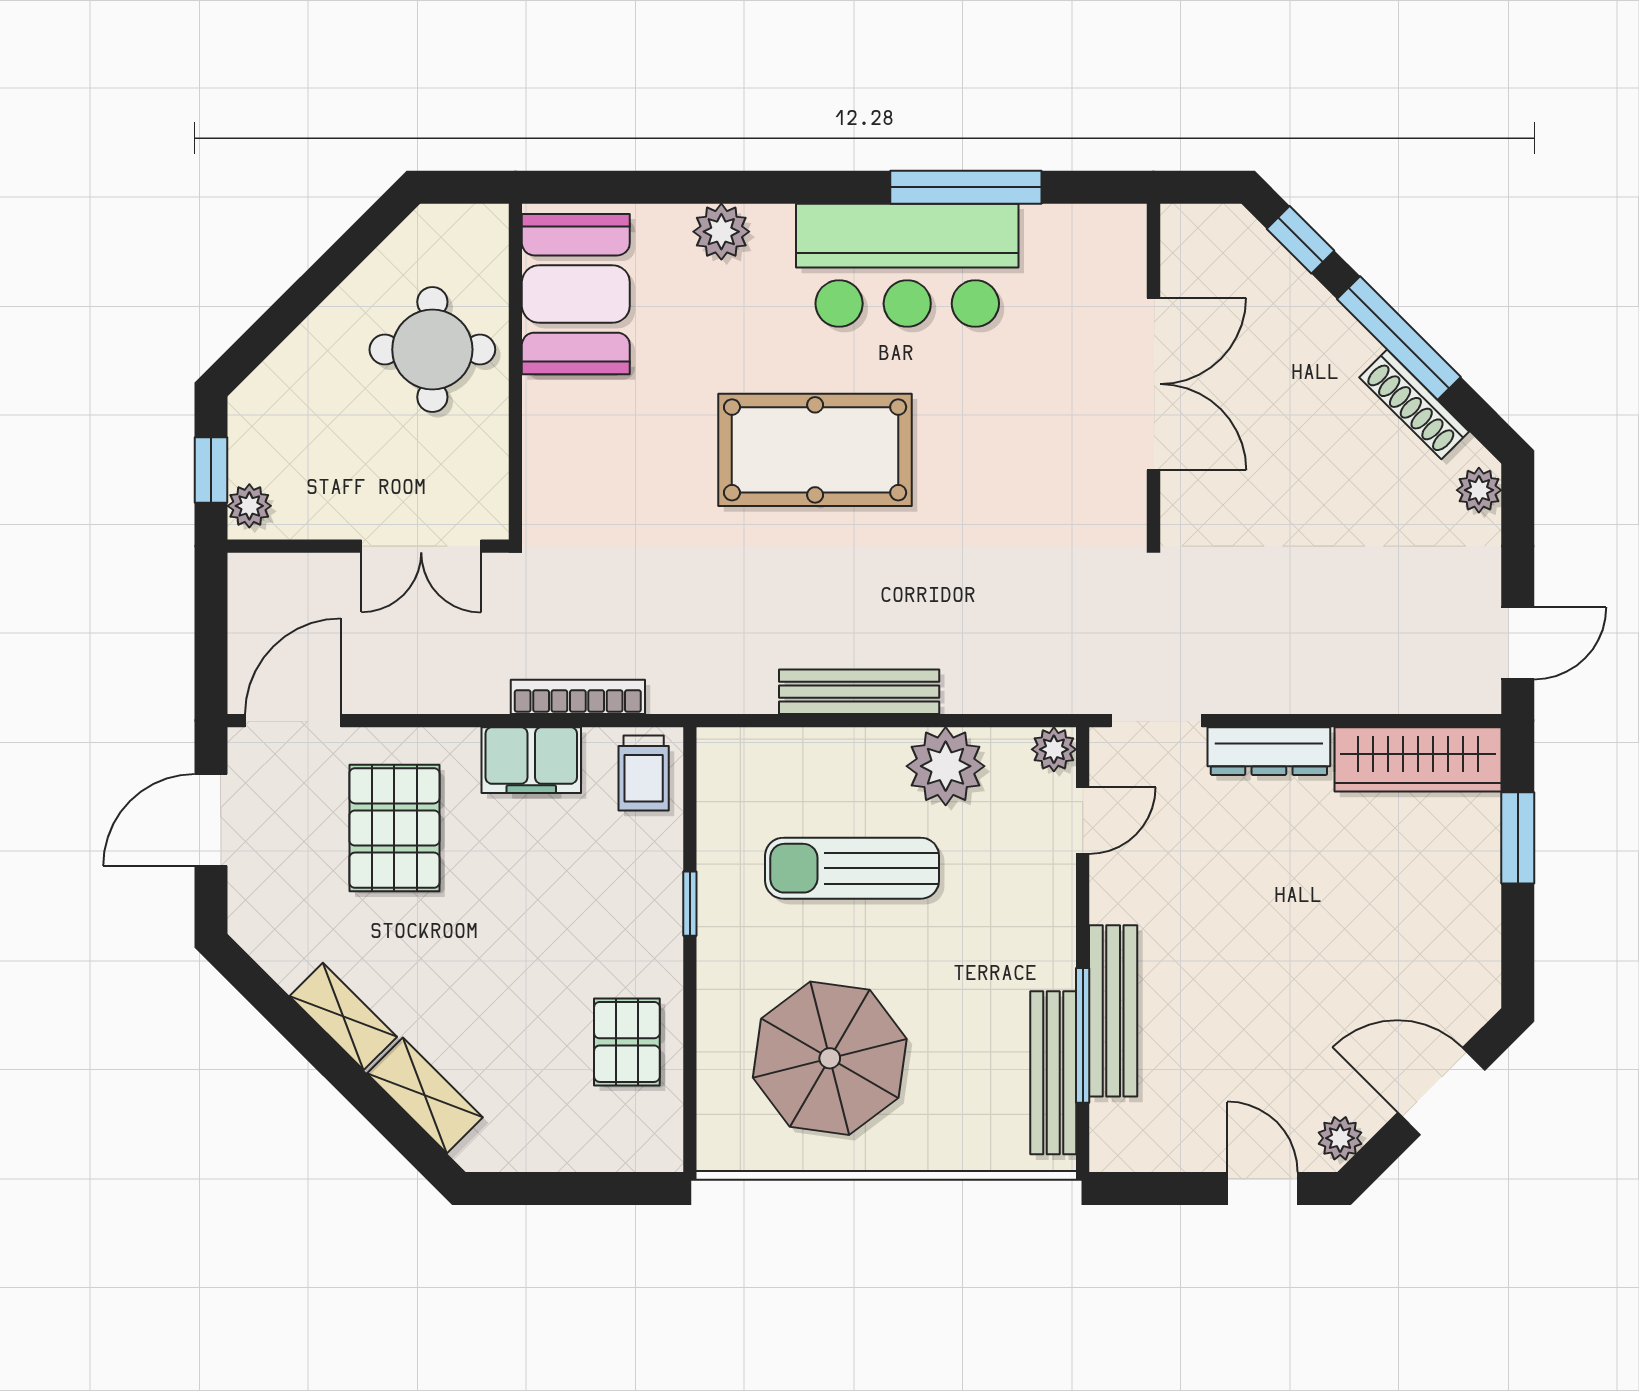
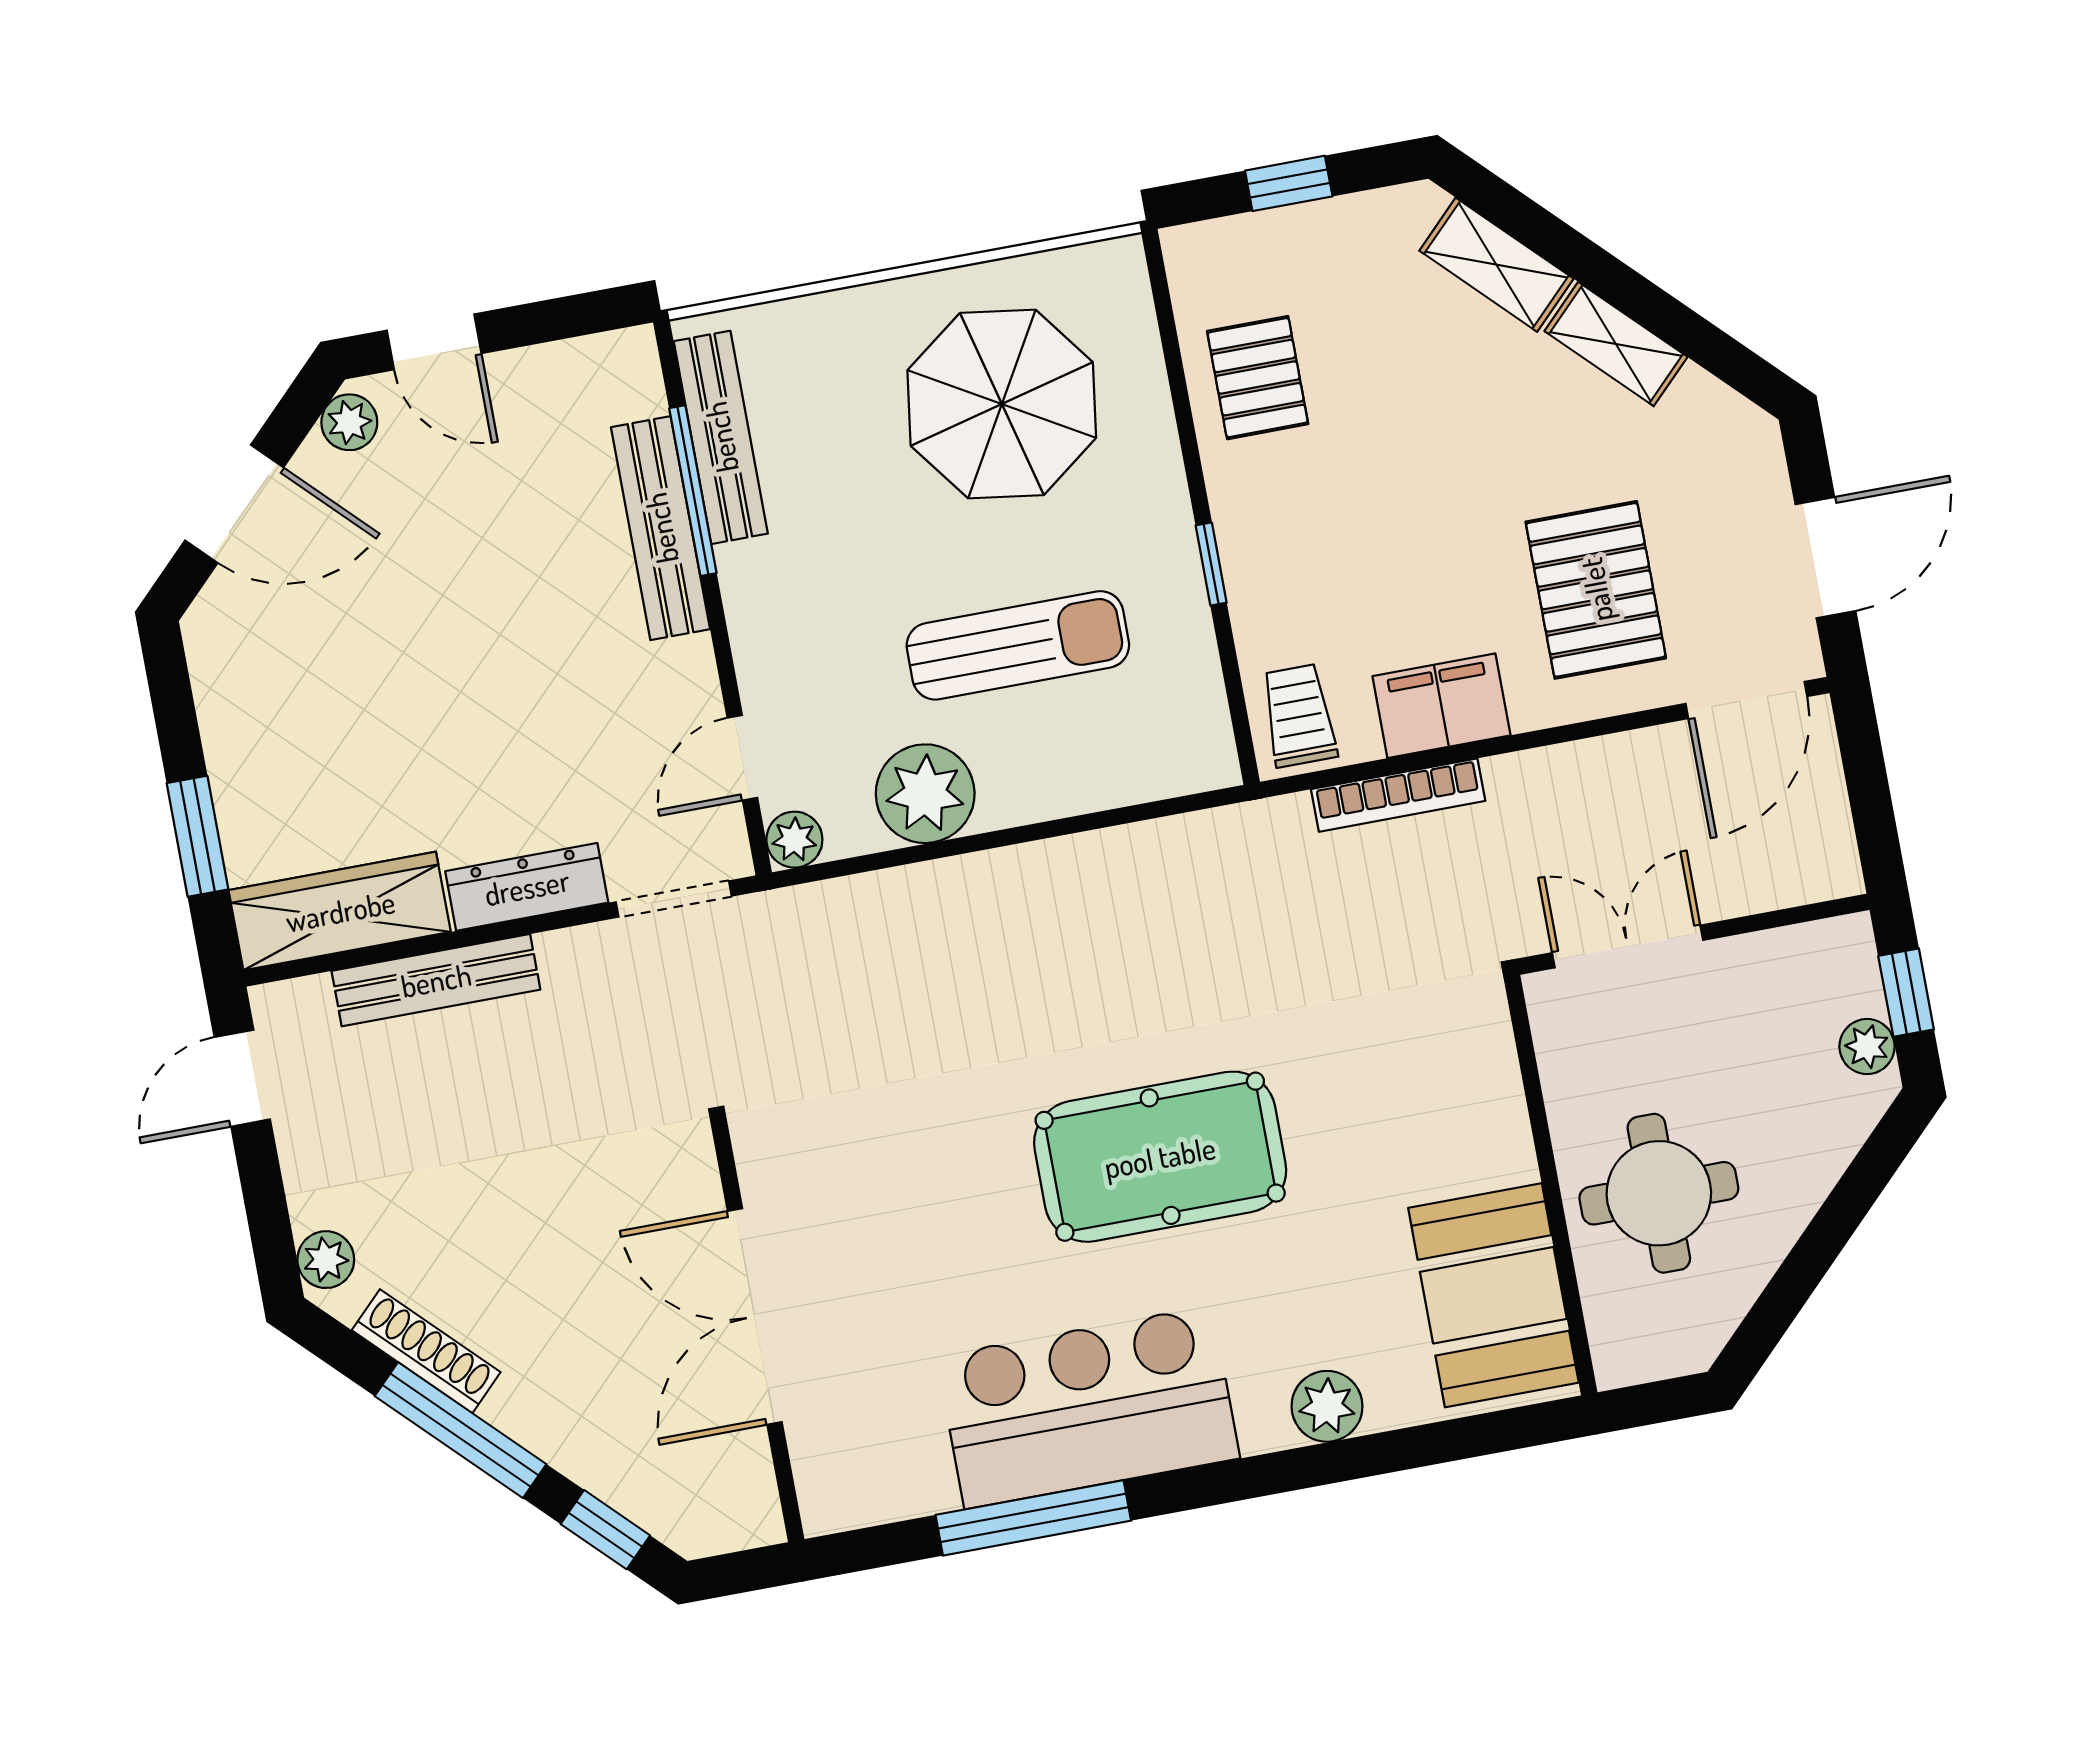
plant: (249, 506) -> (1867, 1047), moved
bench: (859, 692) -> (436, 980), moved
window: (575, 1189) -> (1289, 183), added

